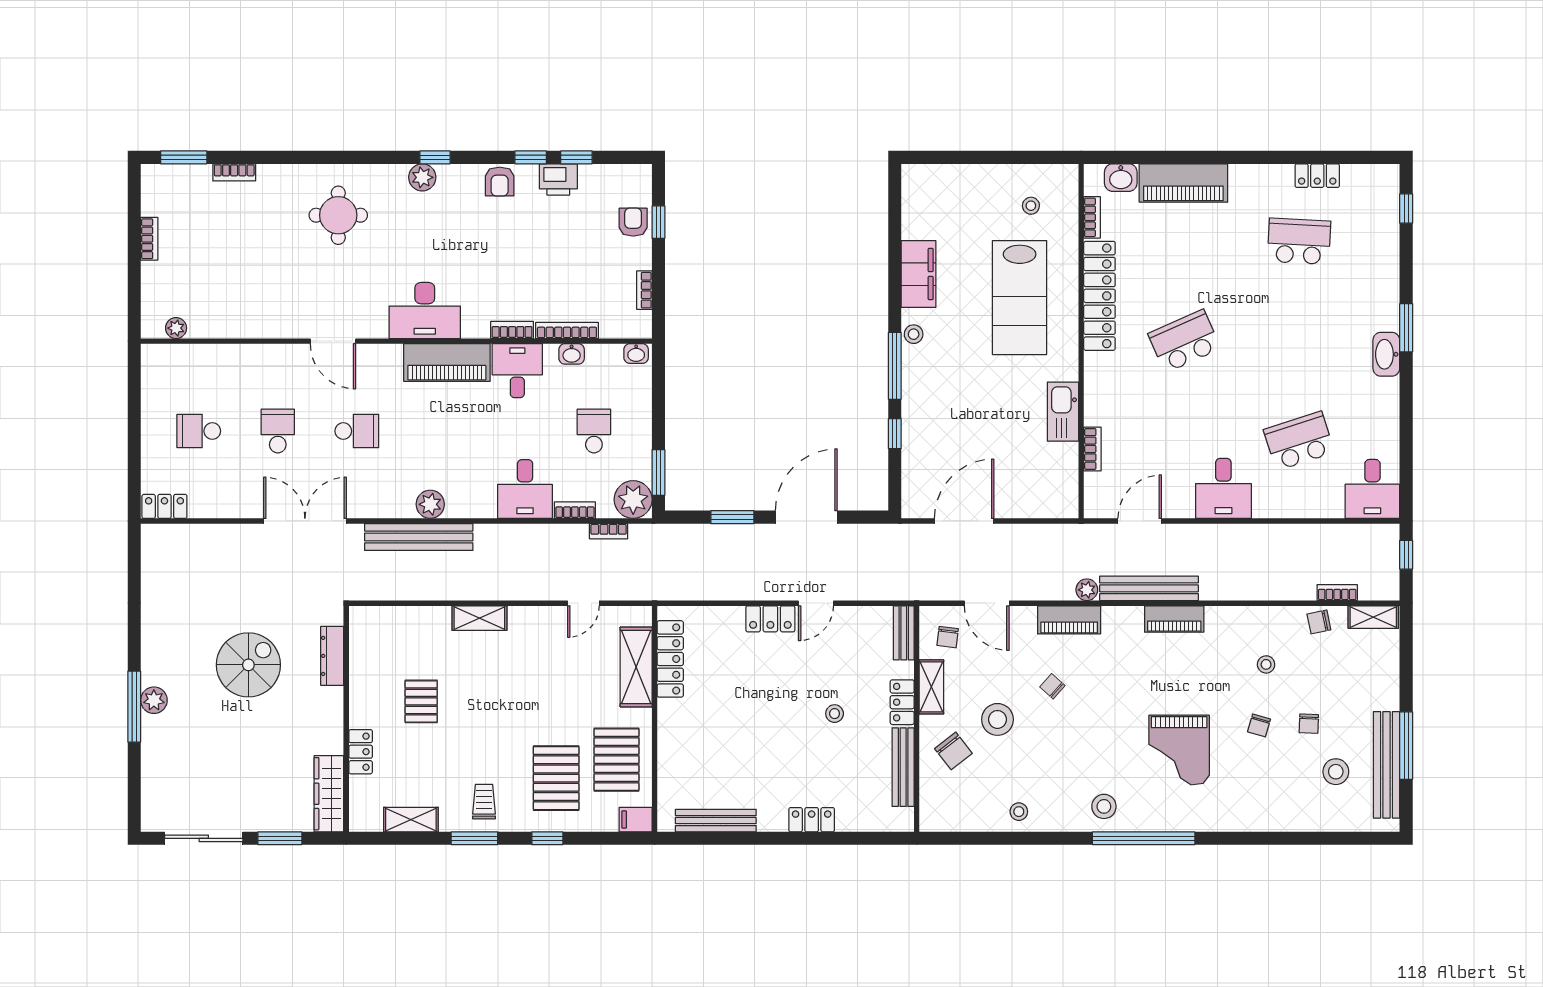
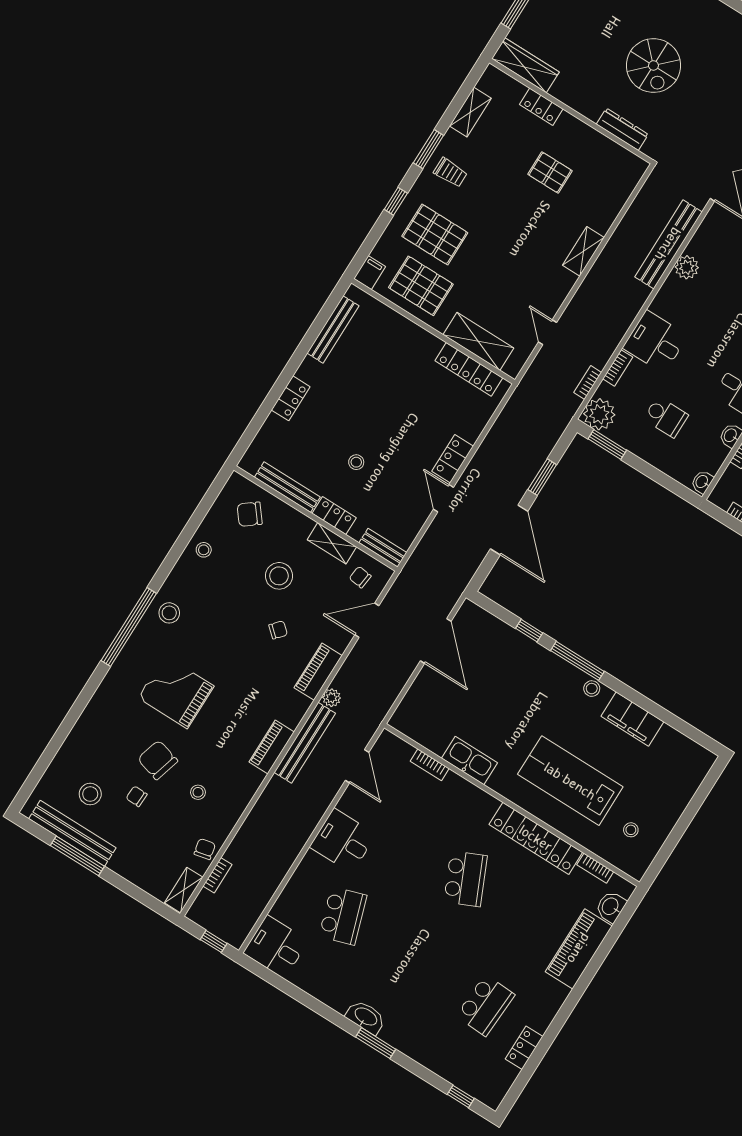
chair: (1259, 725) -> (158, 760), width x1.87, depth x1.87
chair: (953, 751) -> (250, 514), moved

